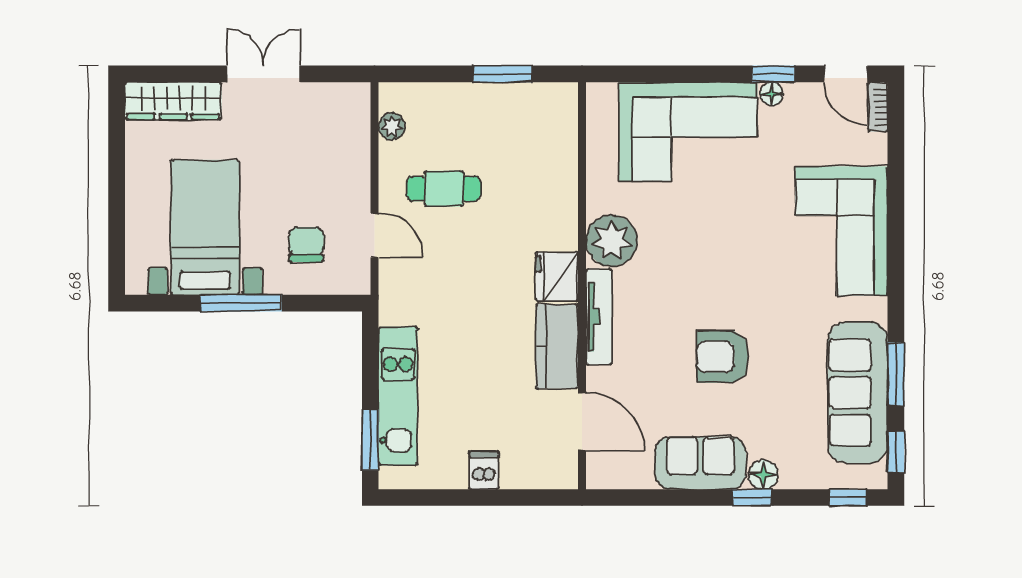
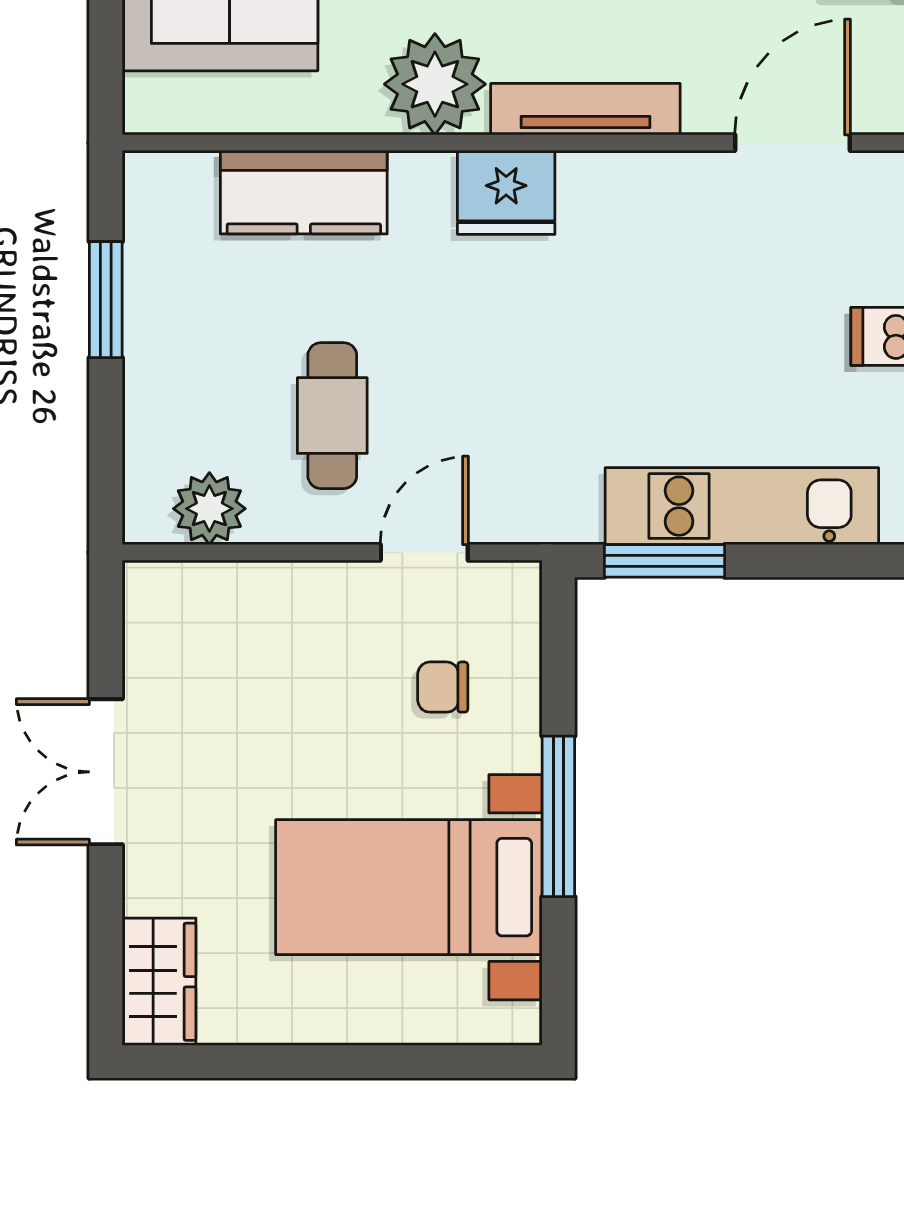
wardrobe: (173, 101) -> (159, 982), width x0.67
plant: (392, 126) -> (209, 509), width x1.38, depth x1.38
chair: (306, 245) -> (443, 687), width x0.73, depth x0.73
kitchen counter: (557, 346) -> (304, 192), moved
window: (370, 440) -> (665, 561), moved

